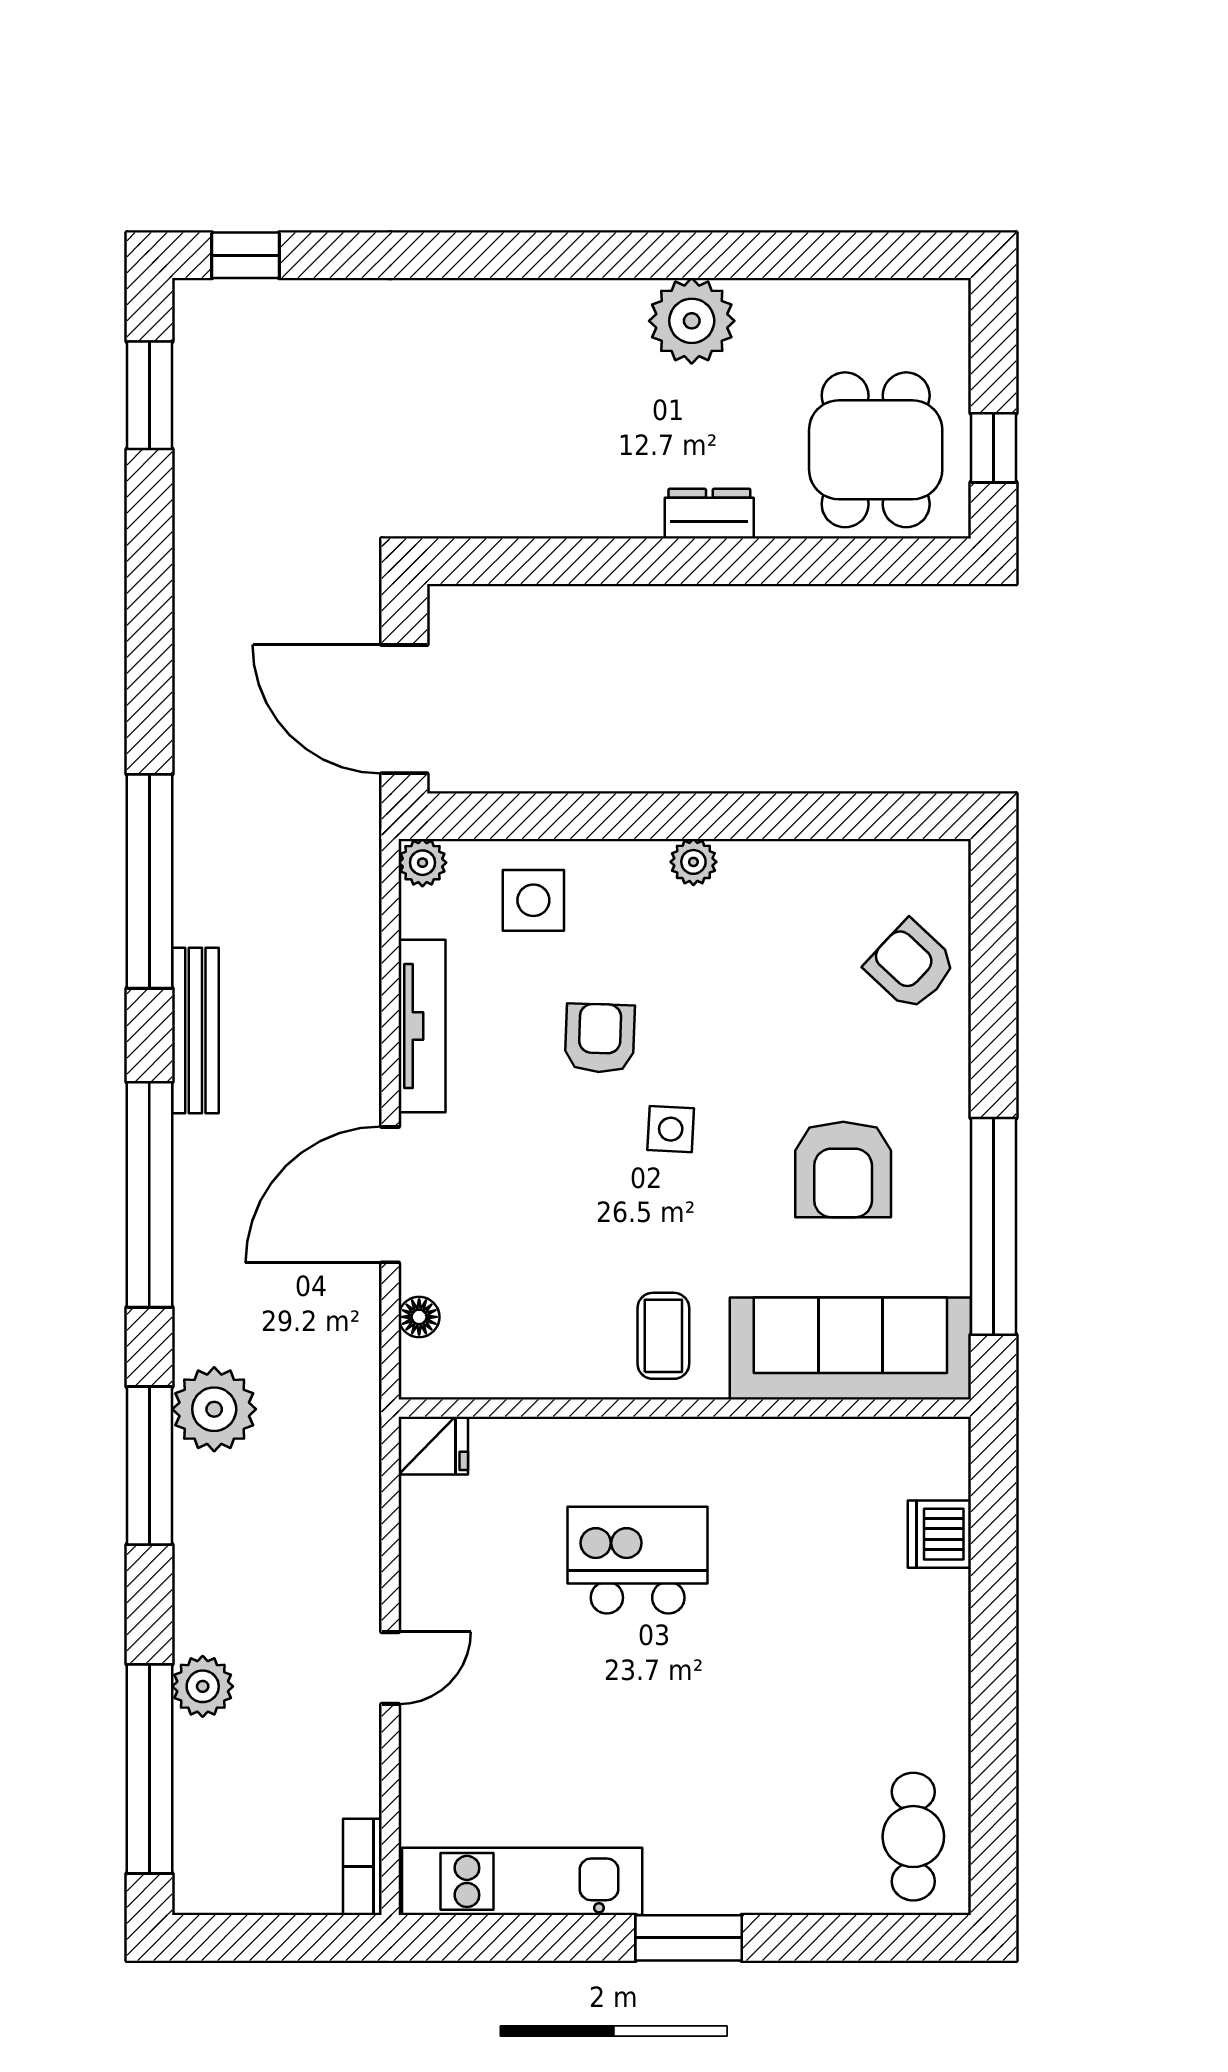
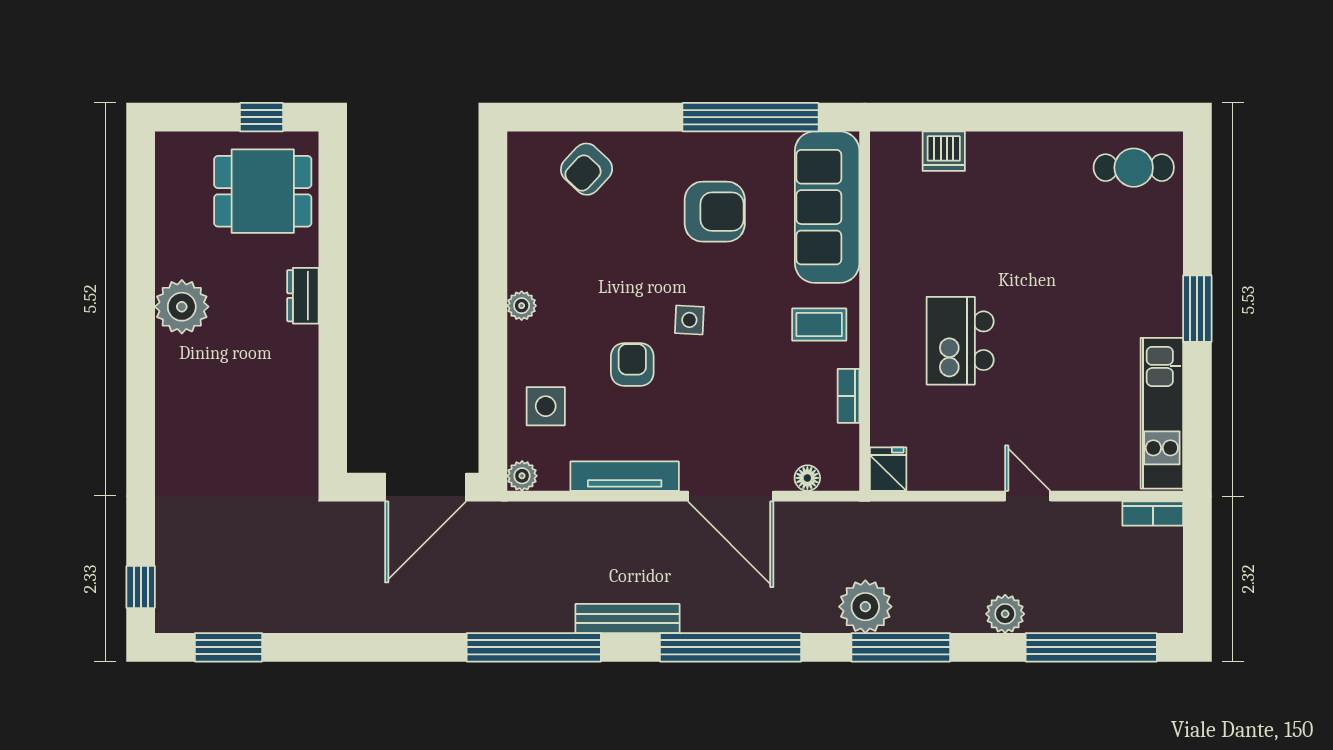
armchair: (600, 1038) -> (632, 364), turned 88
bookcase: (550, 1382) -> (849, 396), added
plant: (203, 1686) -> (1005, 614), moved

